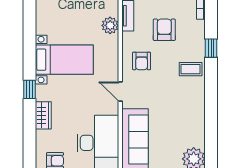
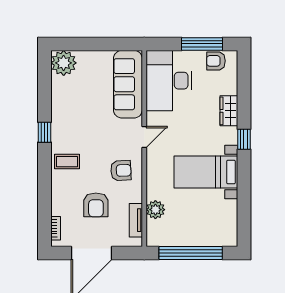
window: (211, 48) -> (45, 132), moved
armchair: (142, 61) -> (121, 171), turned 87
door: (120, 91) -> (144, 137), hinge flipped

